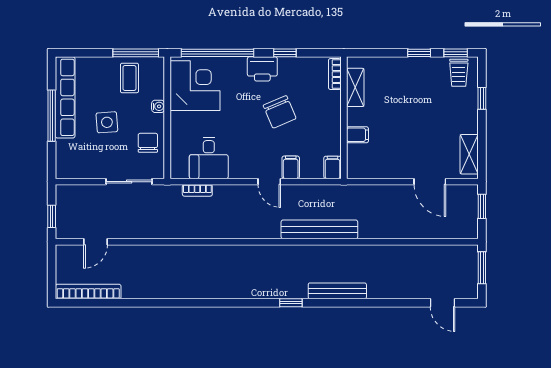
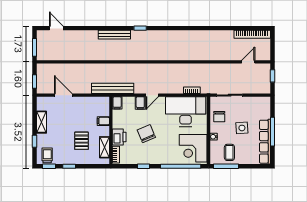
printer: (262, 69) -> (119, 137), moved, turned 90
pallet: (397, 99) -> (81, 141), added
shelving: (469, 154) -> (41, 122), moved
desk: (209, 158) -> (186, 112), width x1.87, depth x1.30
door: (269, 182) -> (152, 95), swing flipped
bench: (319, 229) -> (113, 88), moved

